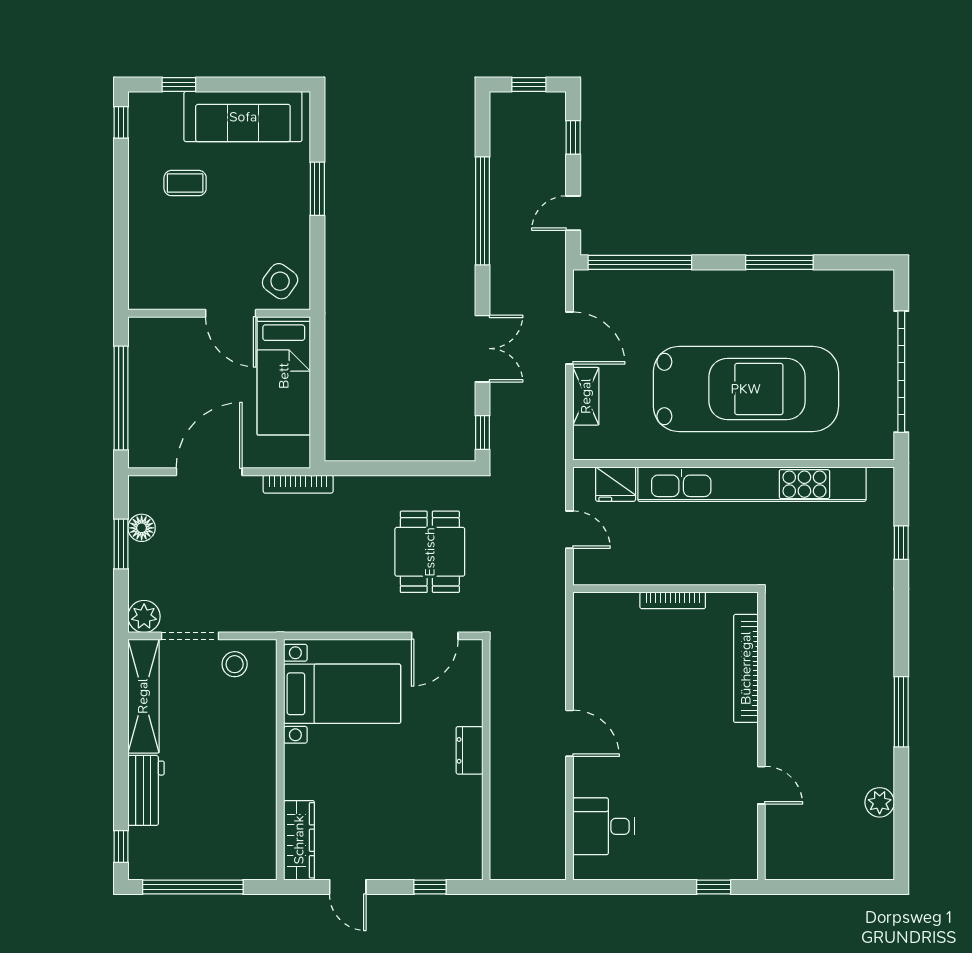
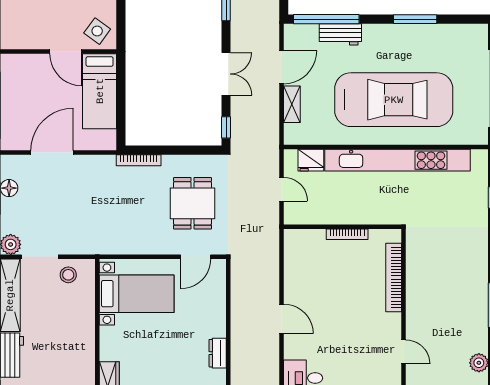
workbench: (662, 286) -> (340, 34), added
door: (570, 338) -> (281, 67), hinge flipped
bookcase: (298, 484) -> (139, 160), moved
dresser: (469, 750) -> (218, 353), moved

